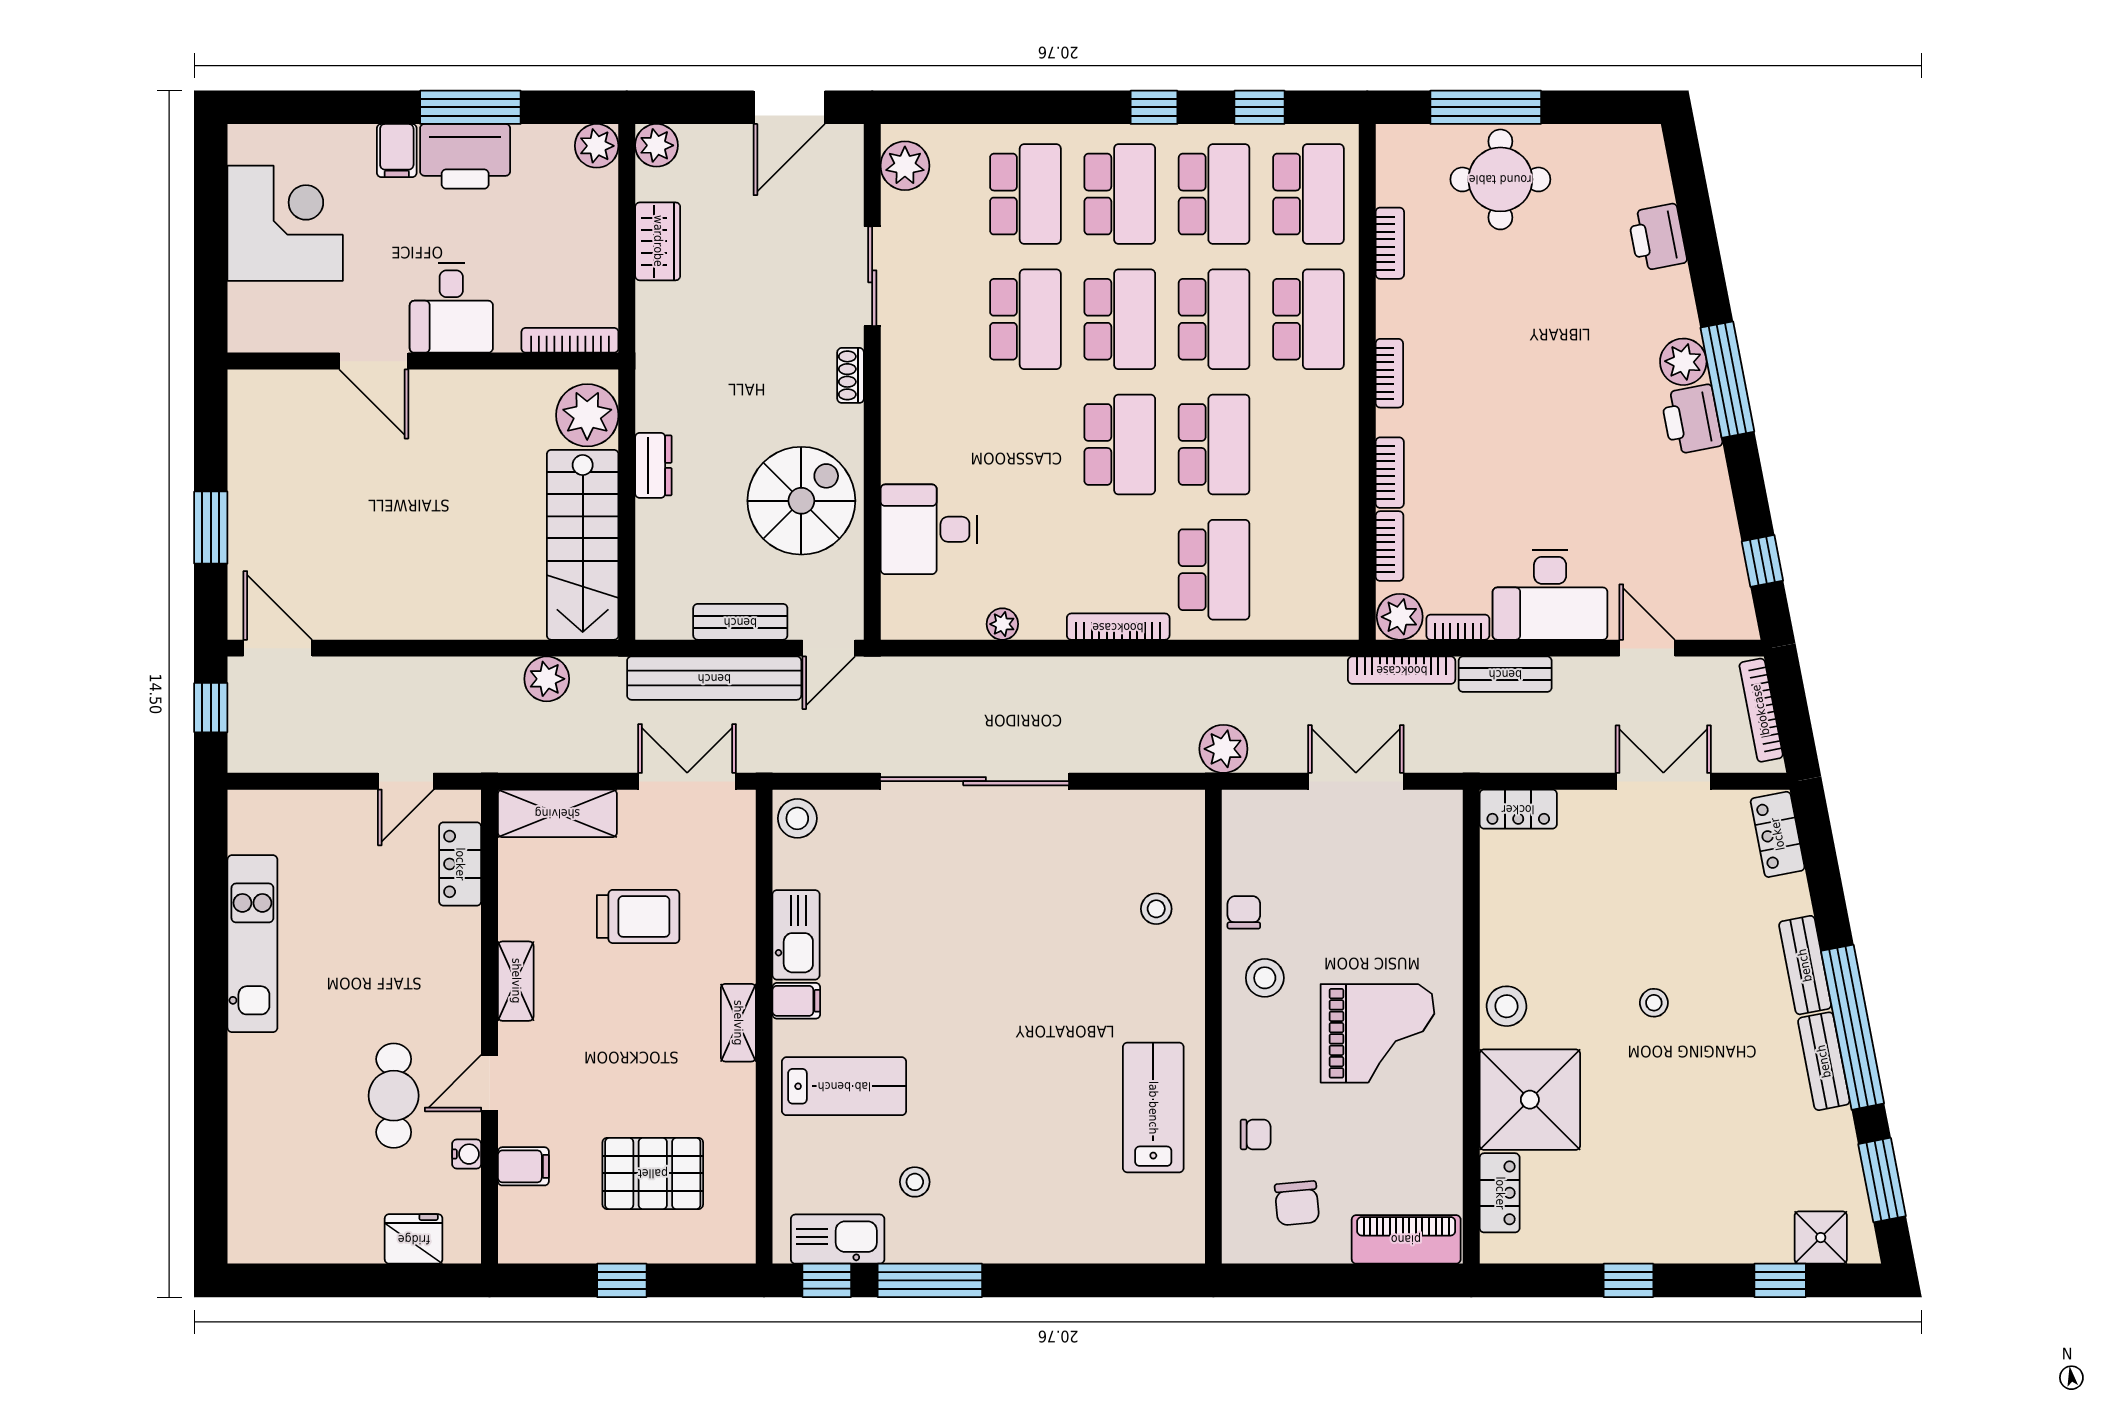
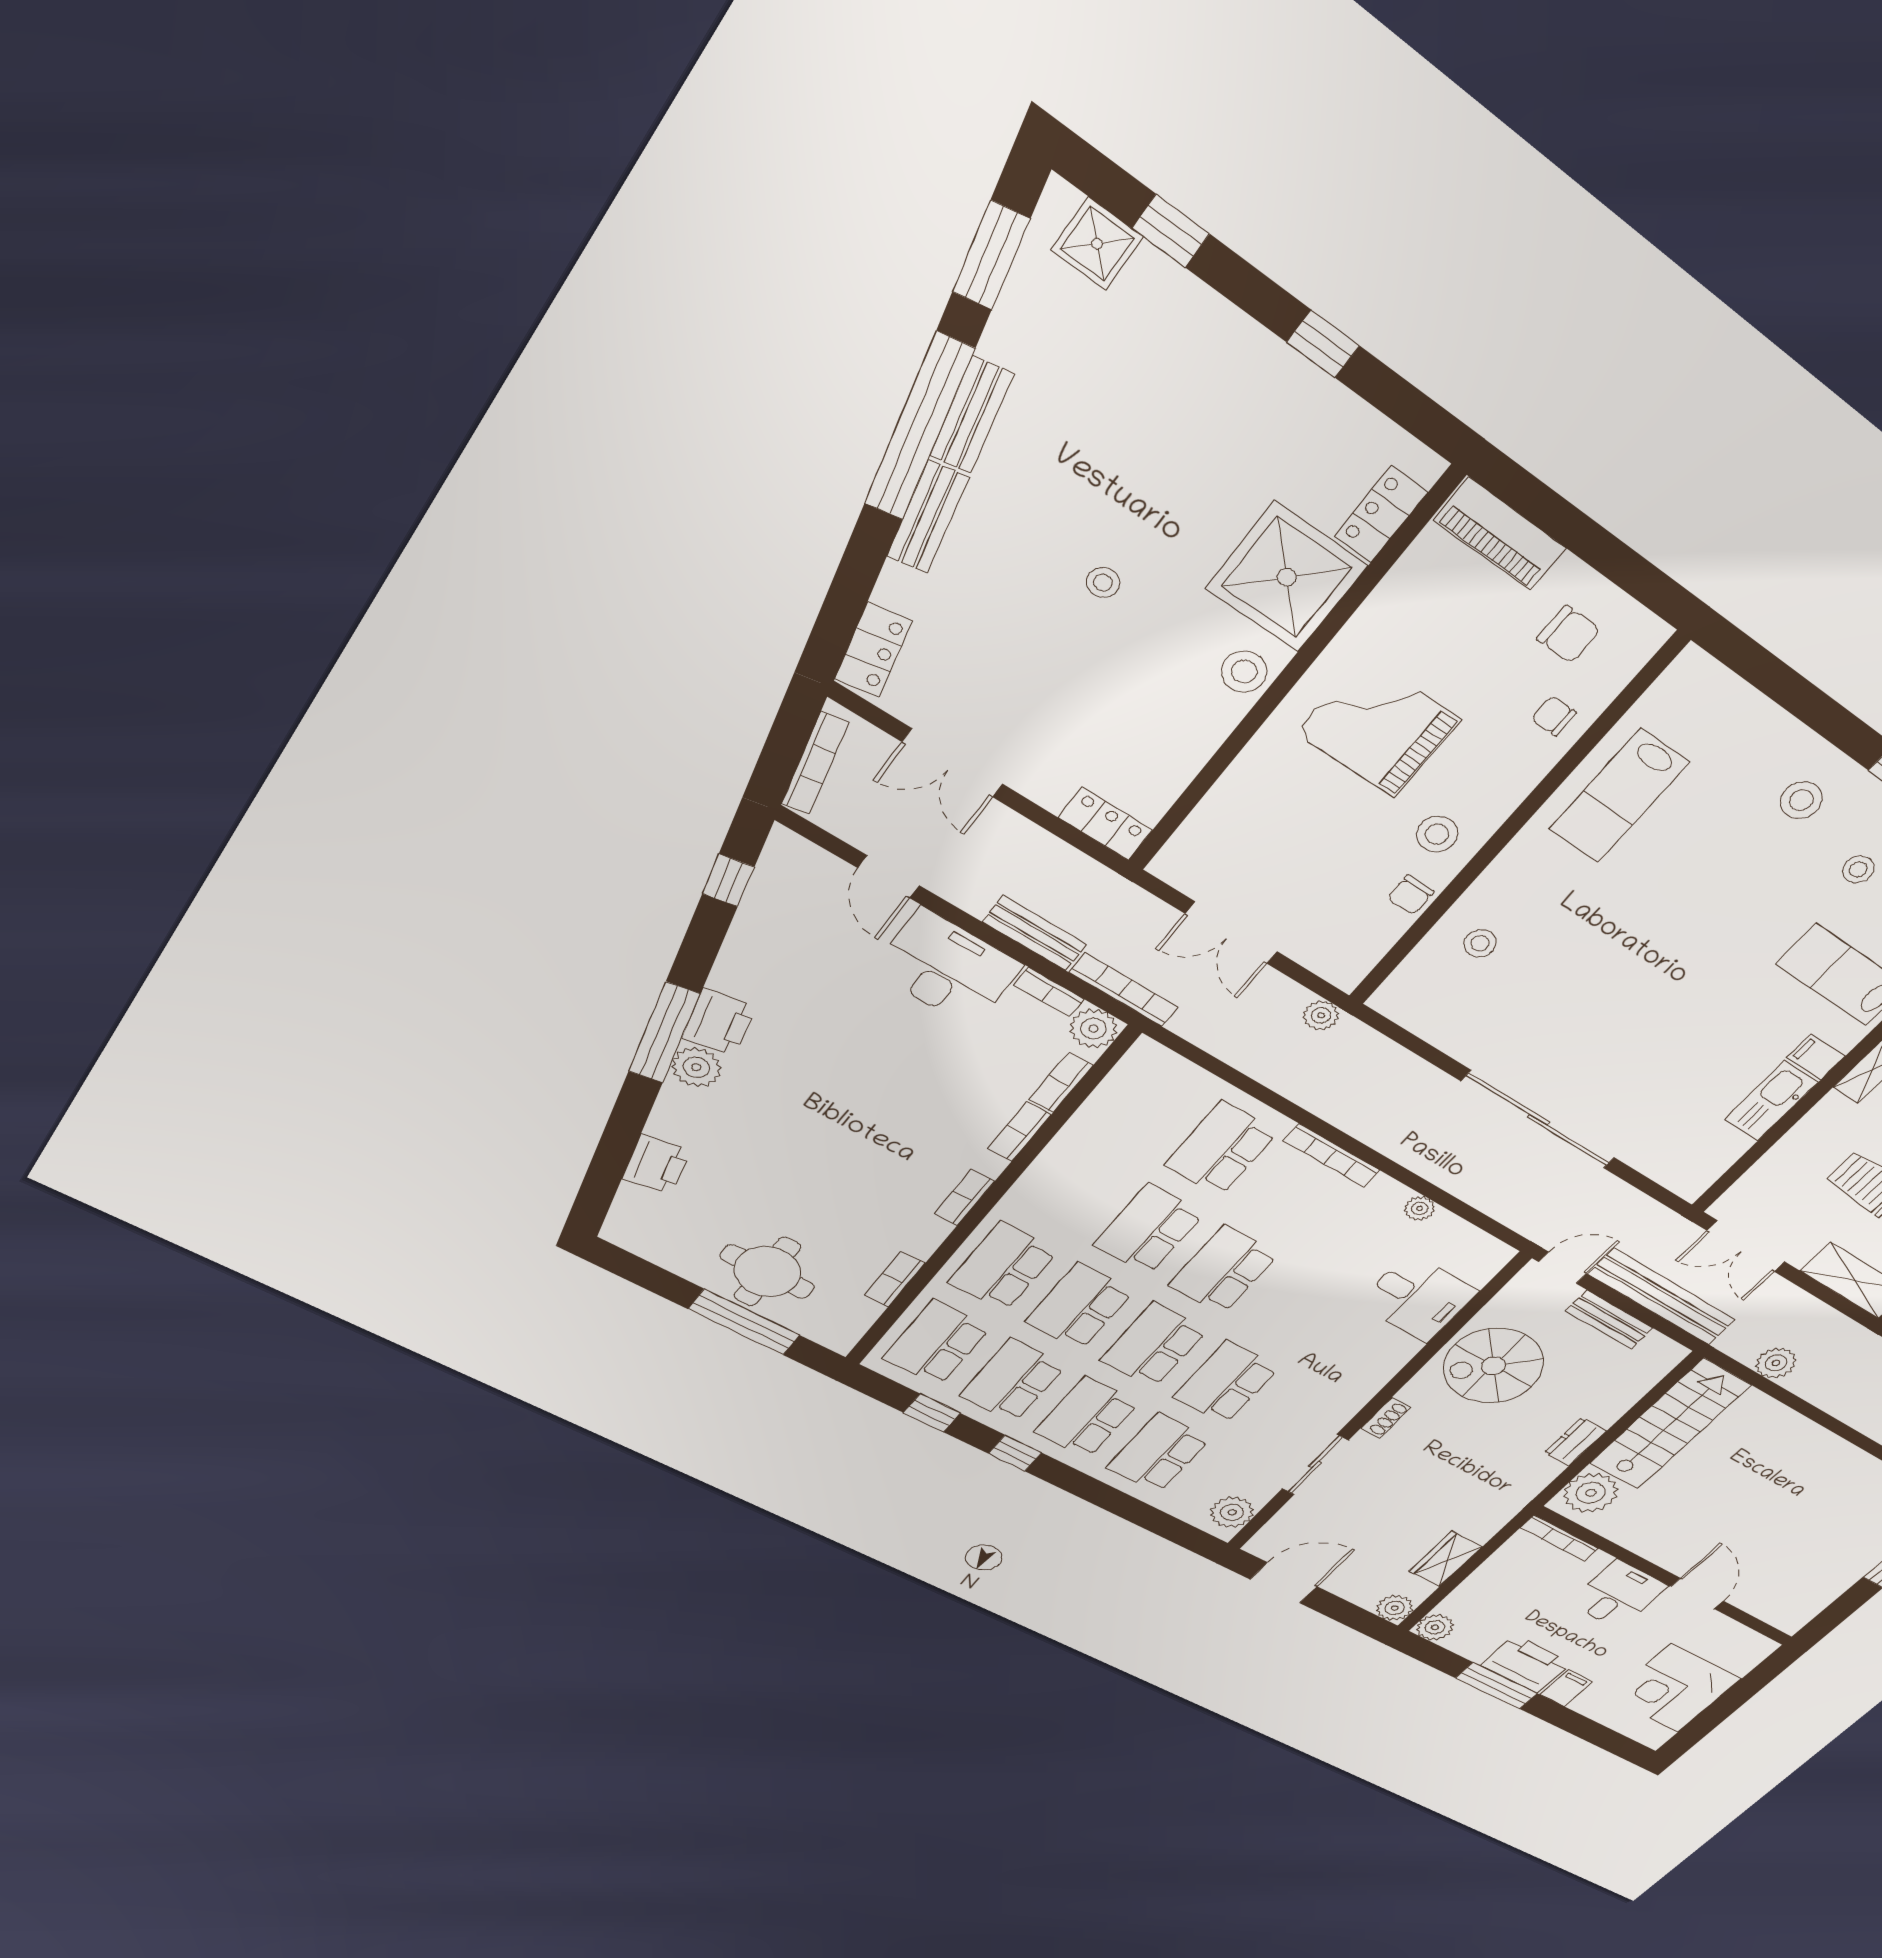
plant: (1223, 749) -> (1321, 1015), width x0.73, depth x0.73
stool: (797, 818) -> (1801, 800), moved
chair: (1297, 1203) -> (1569, 634), turned 95

